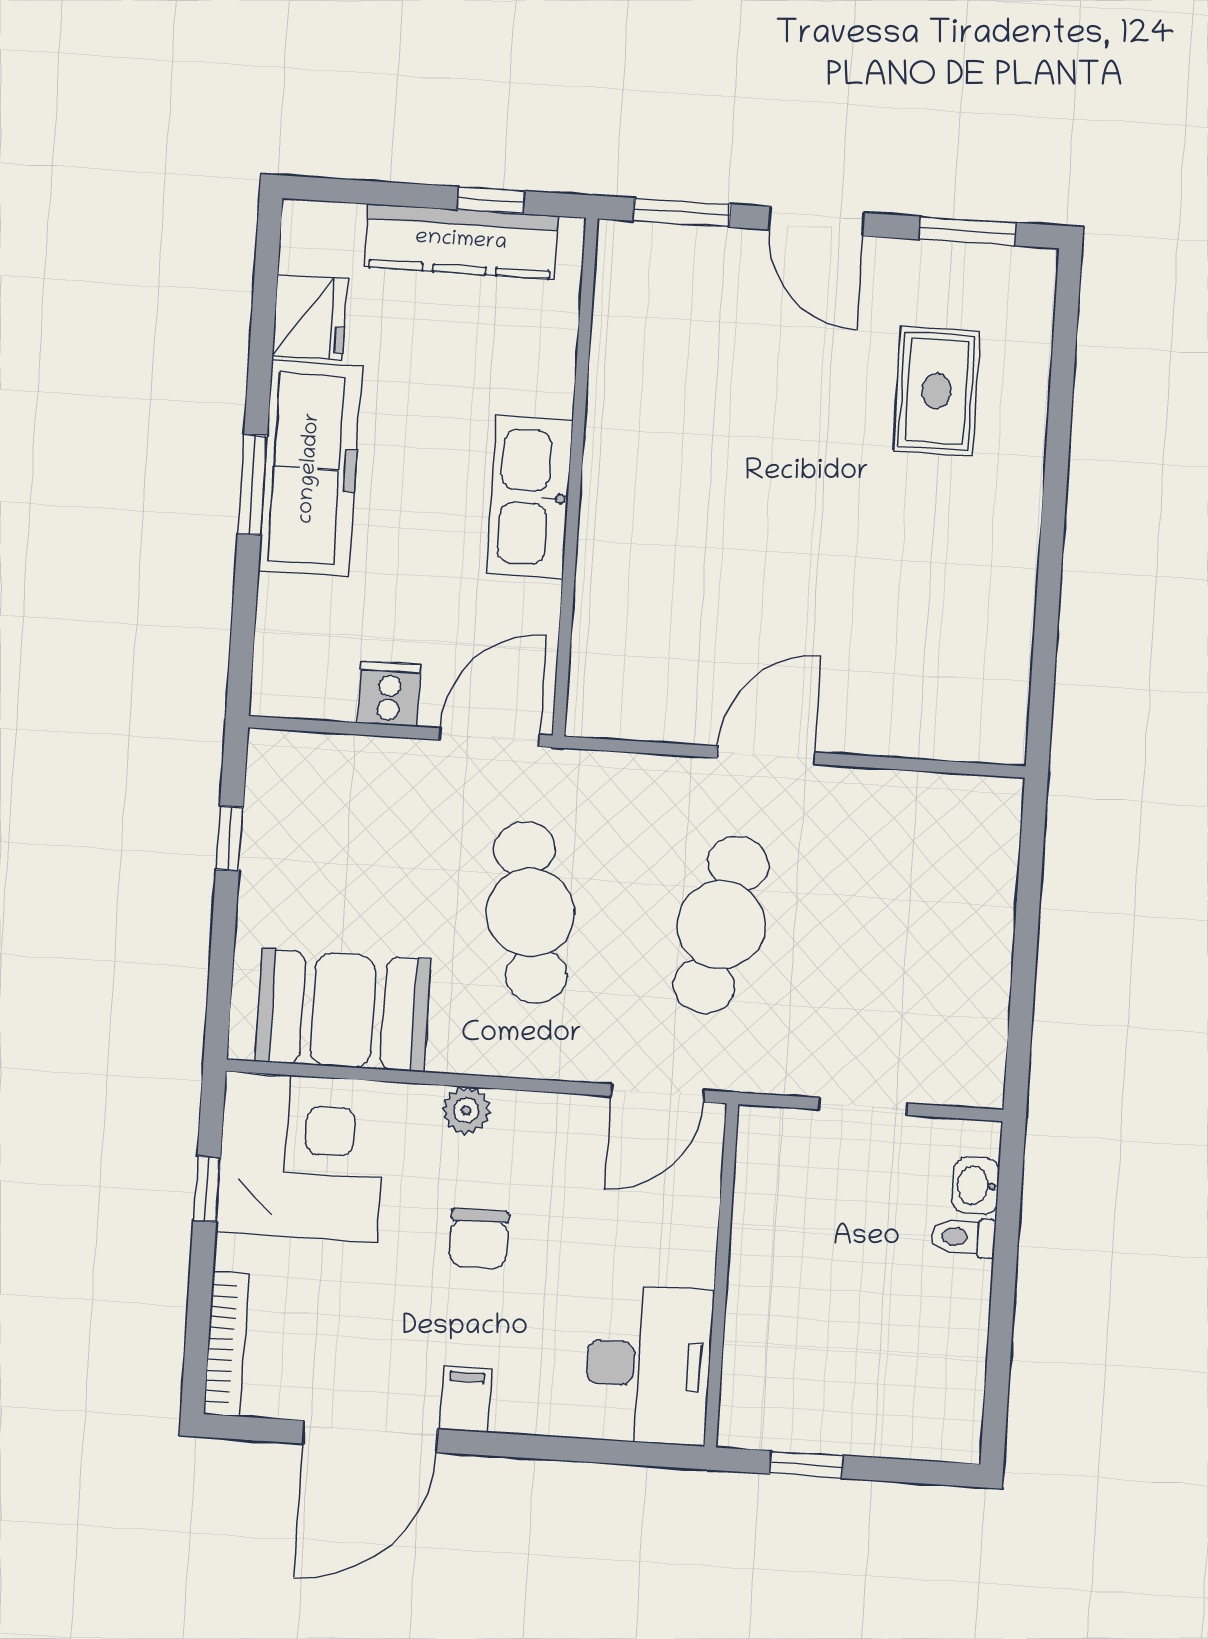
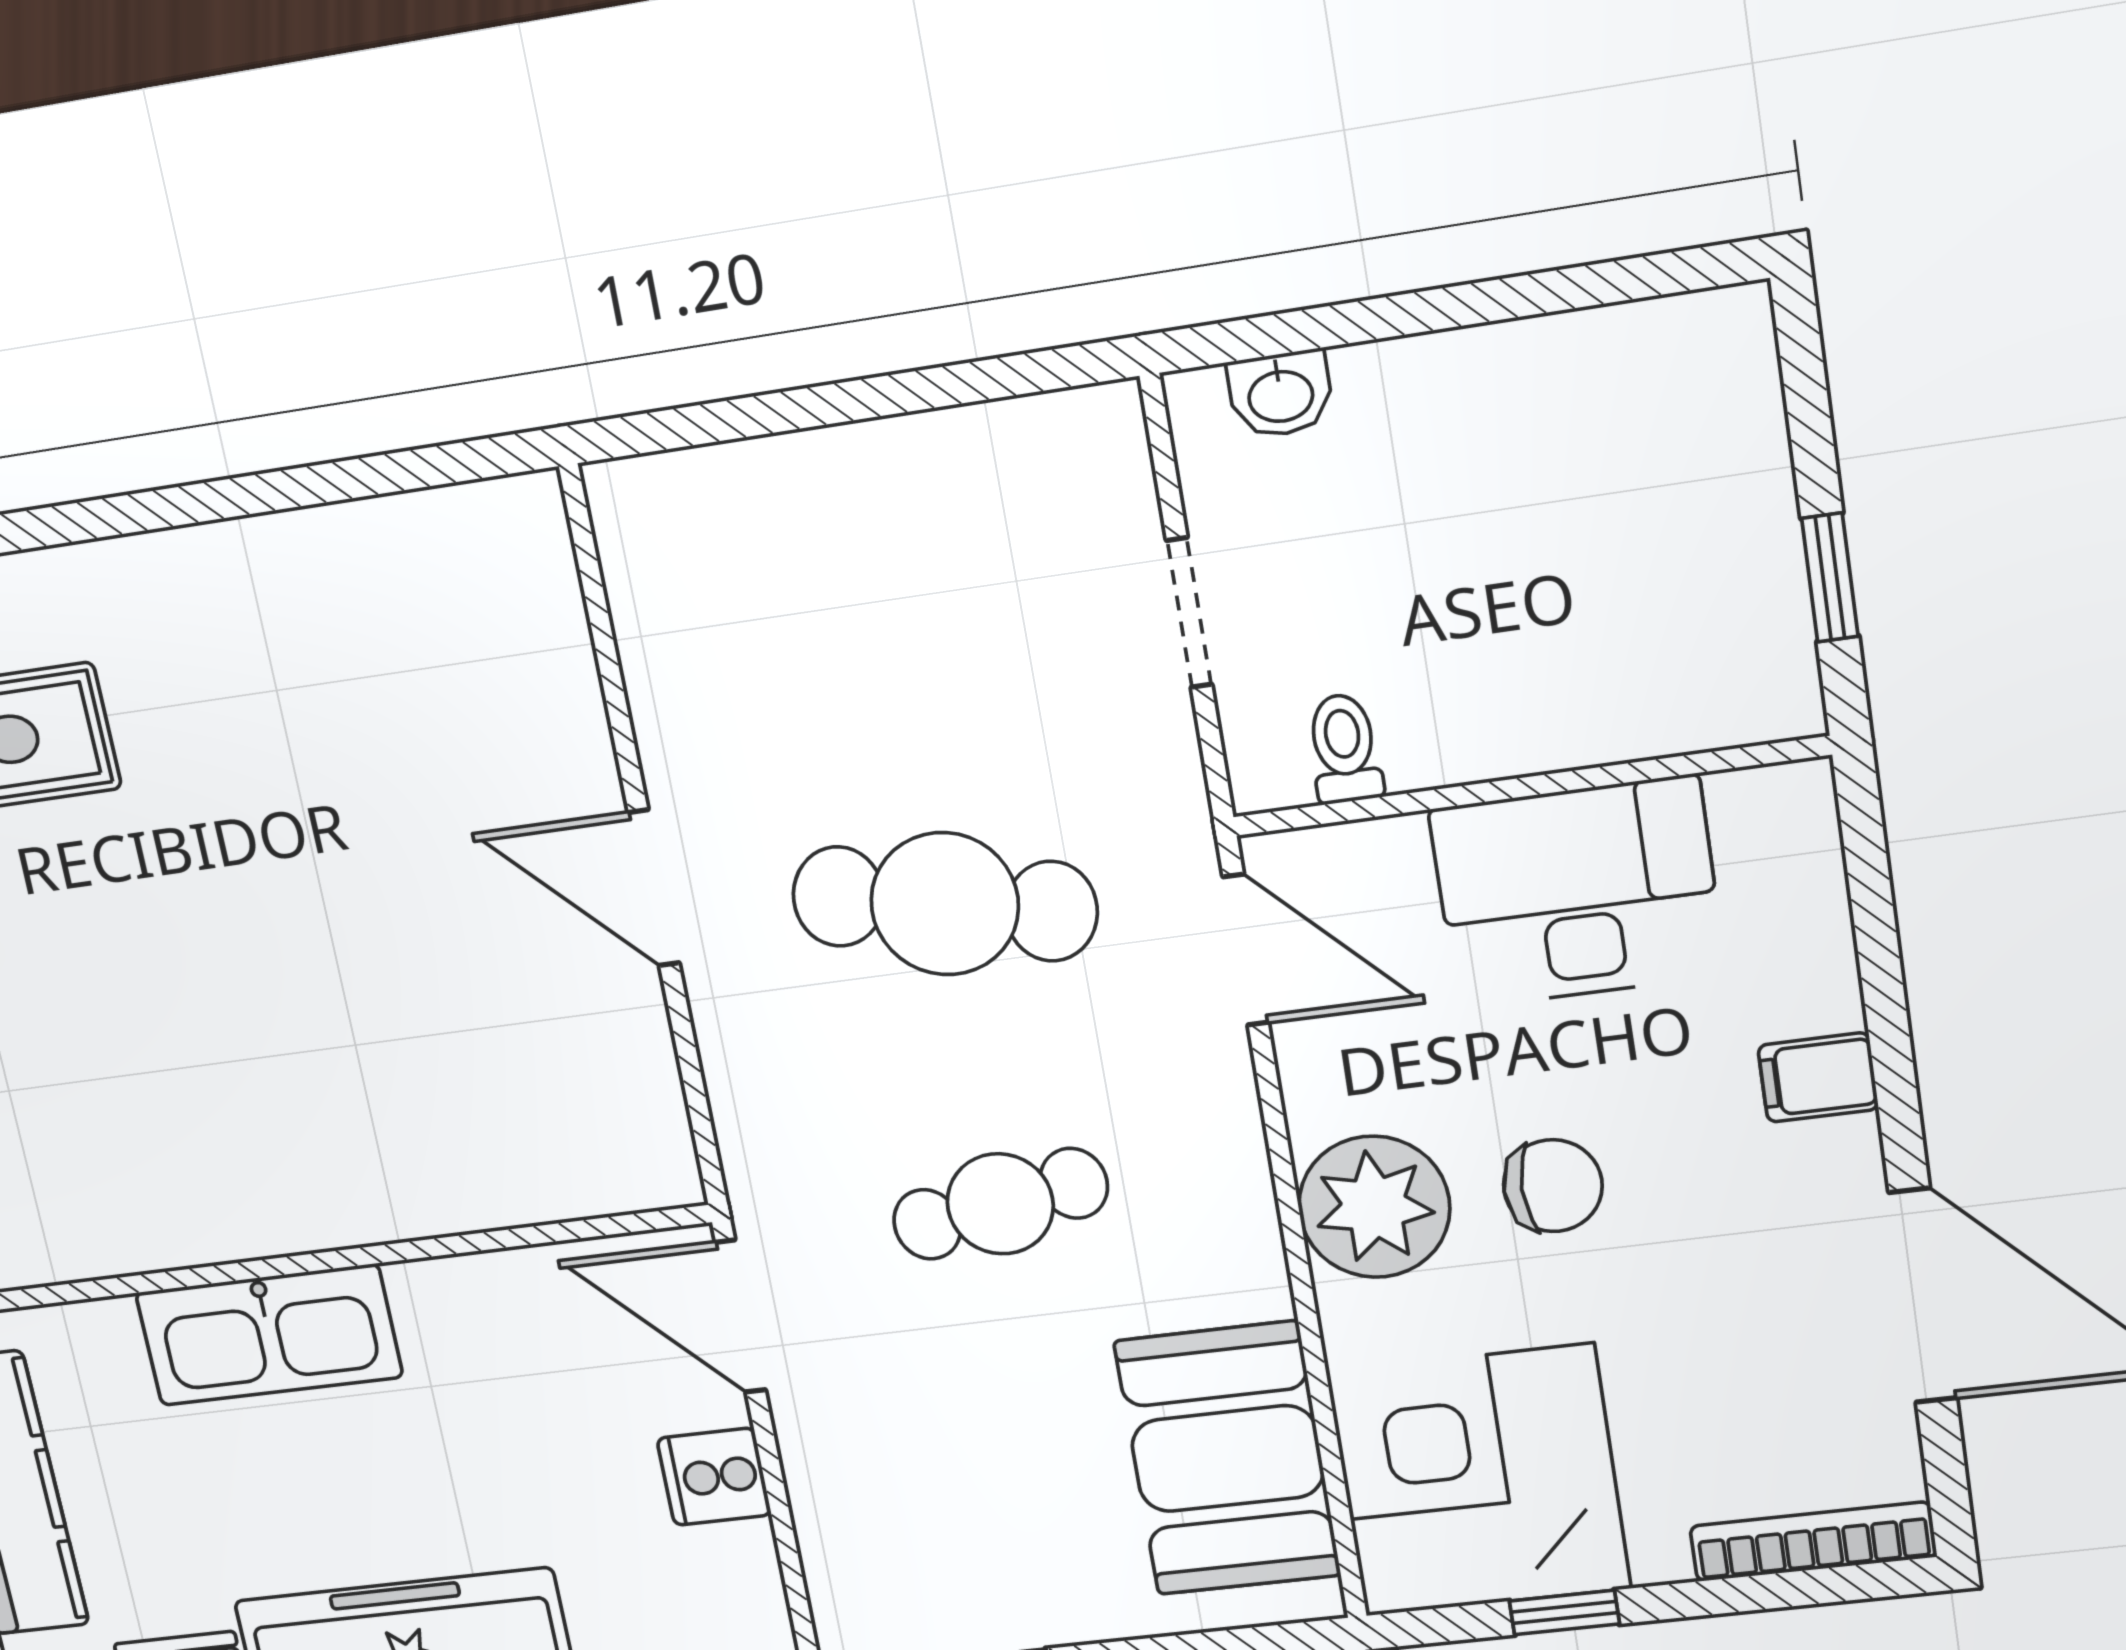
kitchen sink: (530, 497) -> (269, 1335), moved
cafe table: (530, 912) -> (1000, 1204), width x0.73, depth x0.74
plant: (466, 1110) -> (1374, 1207), width x1.87, depth x1.87
toilet: (963, 1237) -> (1344, 749), moved, turned 180
desk: (648, 1365) -> (1577, 892), moved
filing cabinet: (466, 1399) -> (1818, 1077), moved

